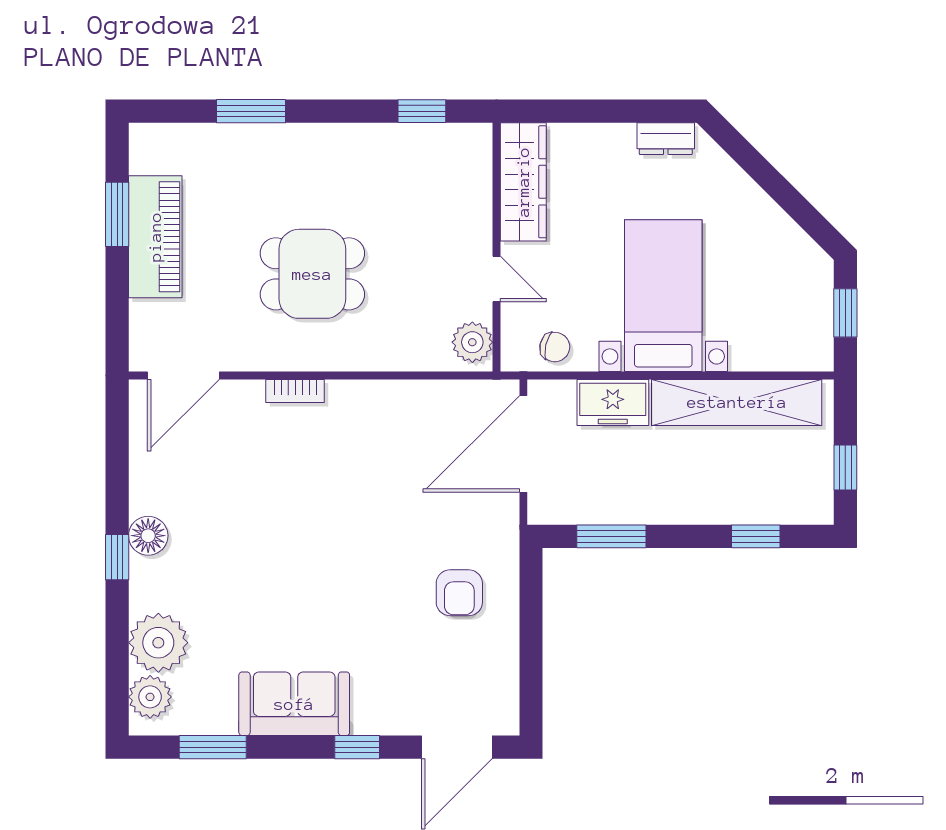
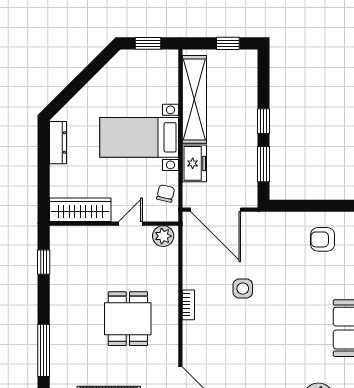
window: (251, 111) -> (44, 350), width x1.44
dresser: (666, 139) -> (58, 143), width x1.44
bookcase: (295, 391) -> (188, 305), moved
side table: (371, 496) -> (243, 289), added
window: (756, 536) -> (263, 121), moved
armchair: (459, 593) -> (323, 239), moved, turned 180

